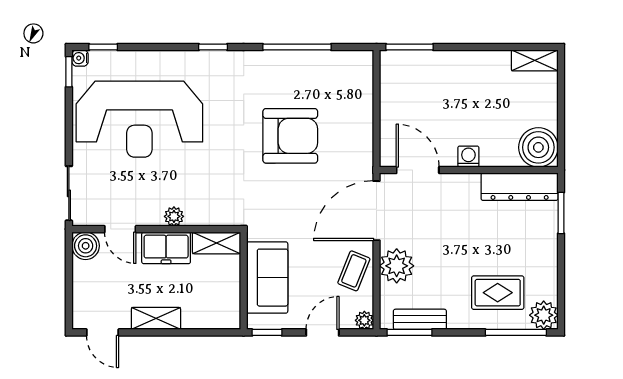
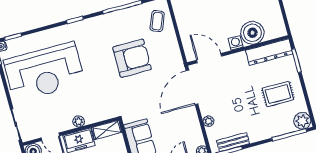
boiler: (538, 147) -> (252, 33), moved
plant: (397, 266) -> (208, 121), width x0.53, depth x0.53
coffee table: (354, 271) -> (157, 21), moved
rug: (498, 293) -> (278, 94), moved

